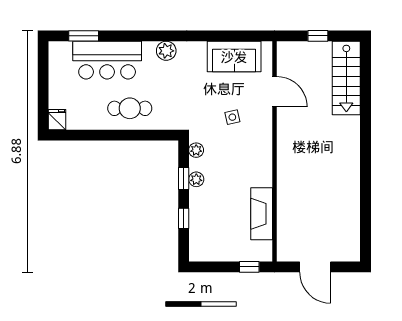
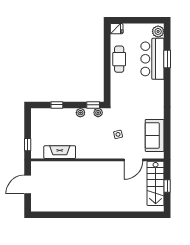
window: (84, 36) -> (167, 59), moved
plant: (166, 51) -> (158, 31), moved
stairs: (346, 78) -> (156, 183), moved, turned -90
cafe table: (130, 108) -> (119, 59), moved
window: (184, 178) -> (93, 105), moved

